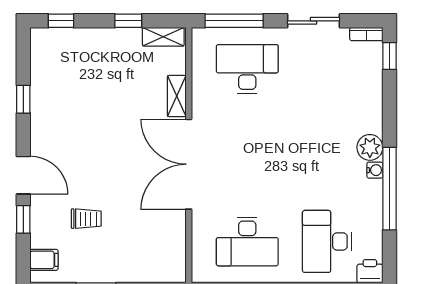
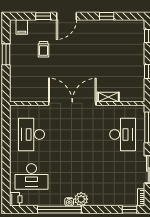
shelving: (163, 37) -> (140, 90), removed
desk: (327, 241) -> (31, 176), turned 180

